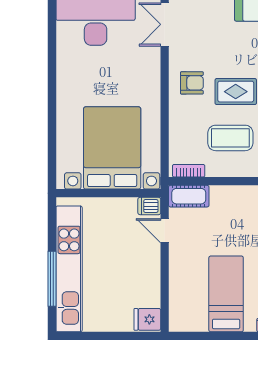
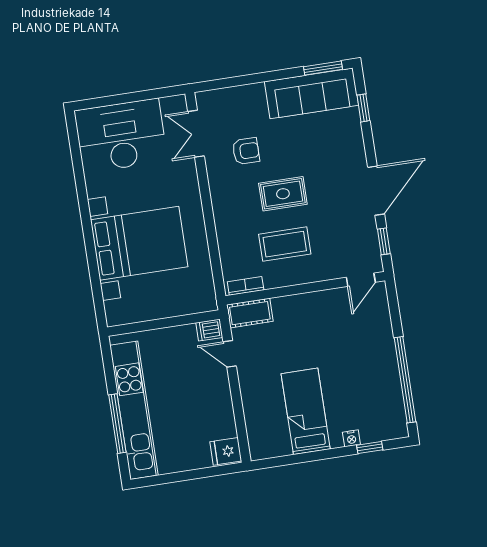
armchair: (192, 83) -> (246, 151), moved
bed with nightstands: (112, 148) -> (139, 243), moved, turned 90

